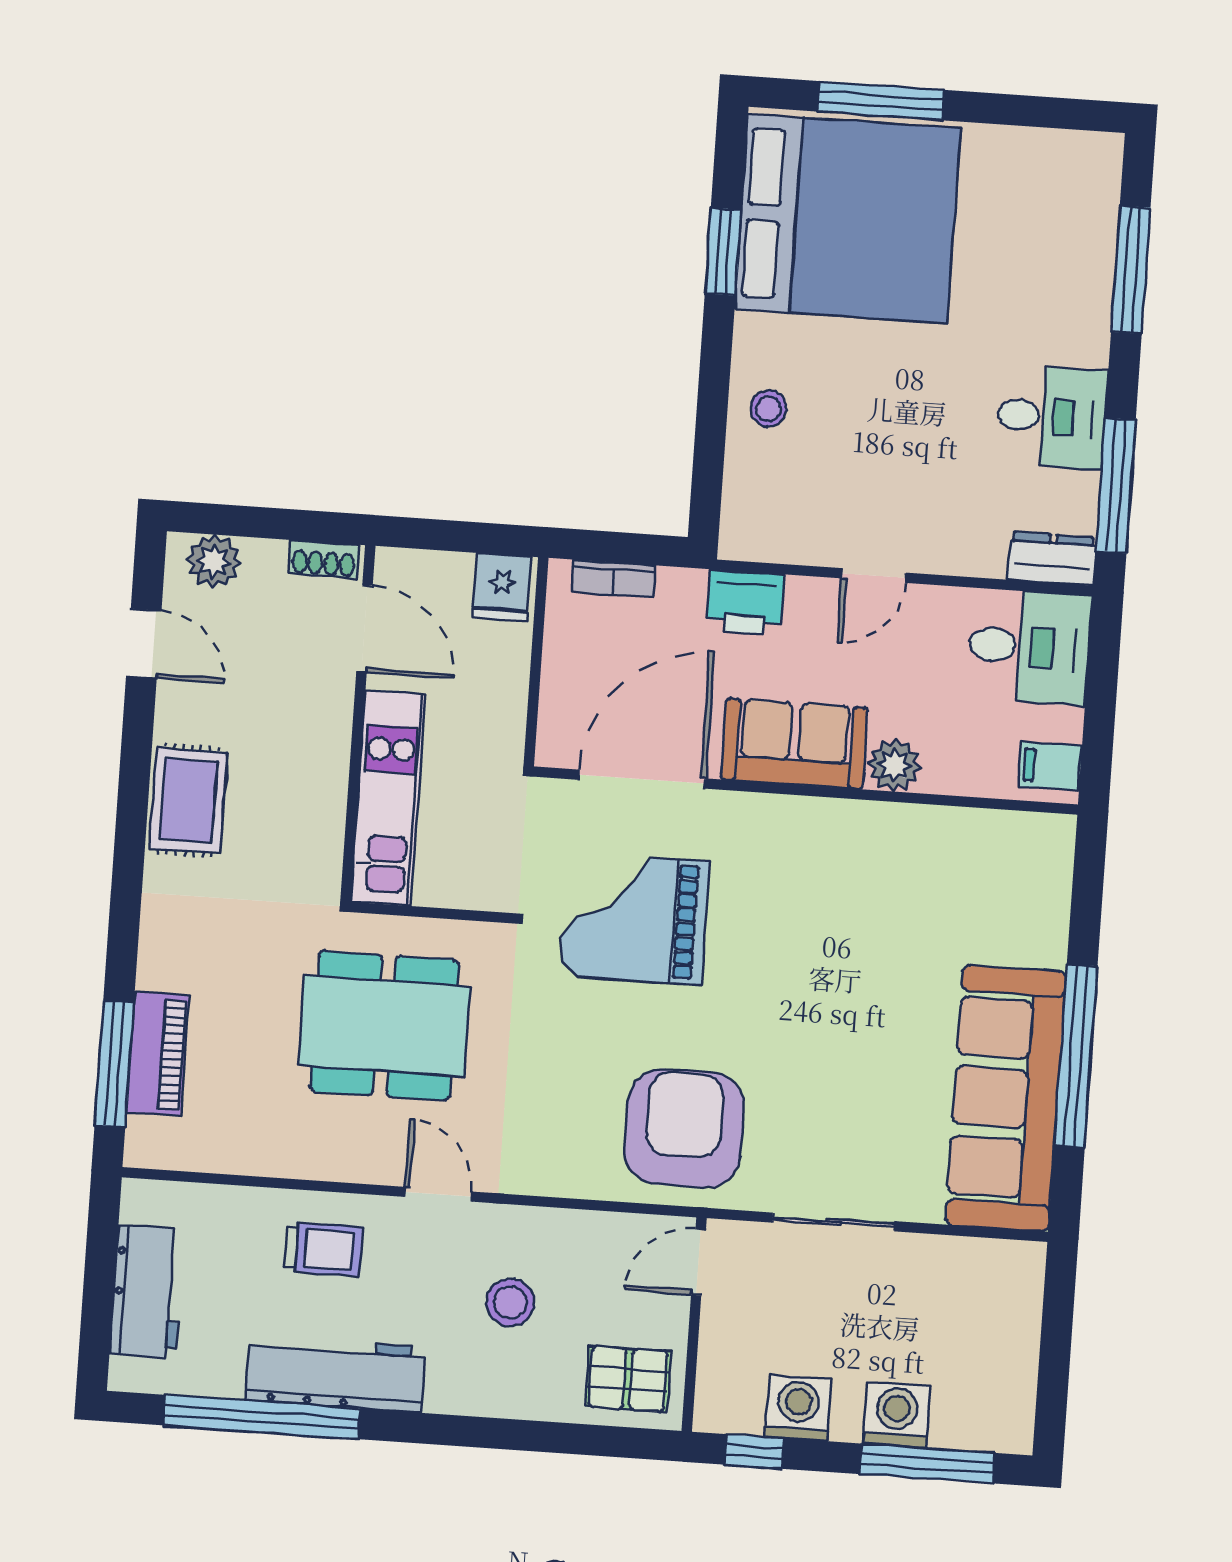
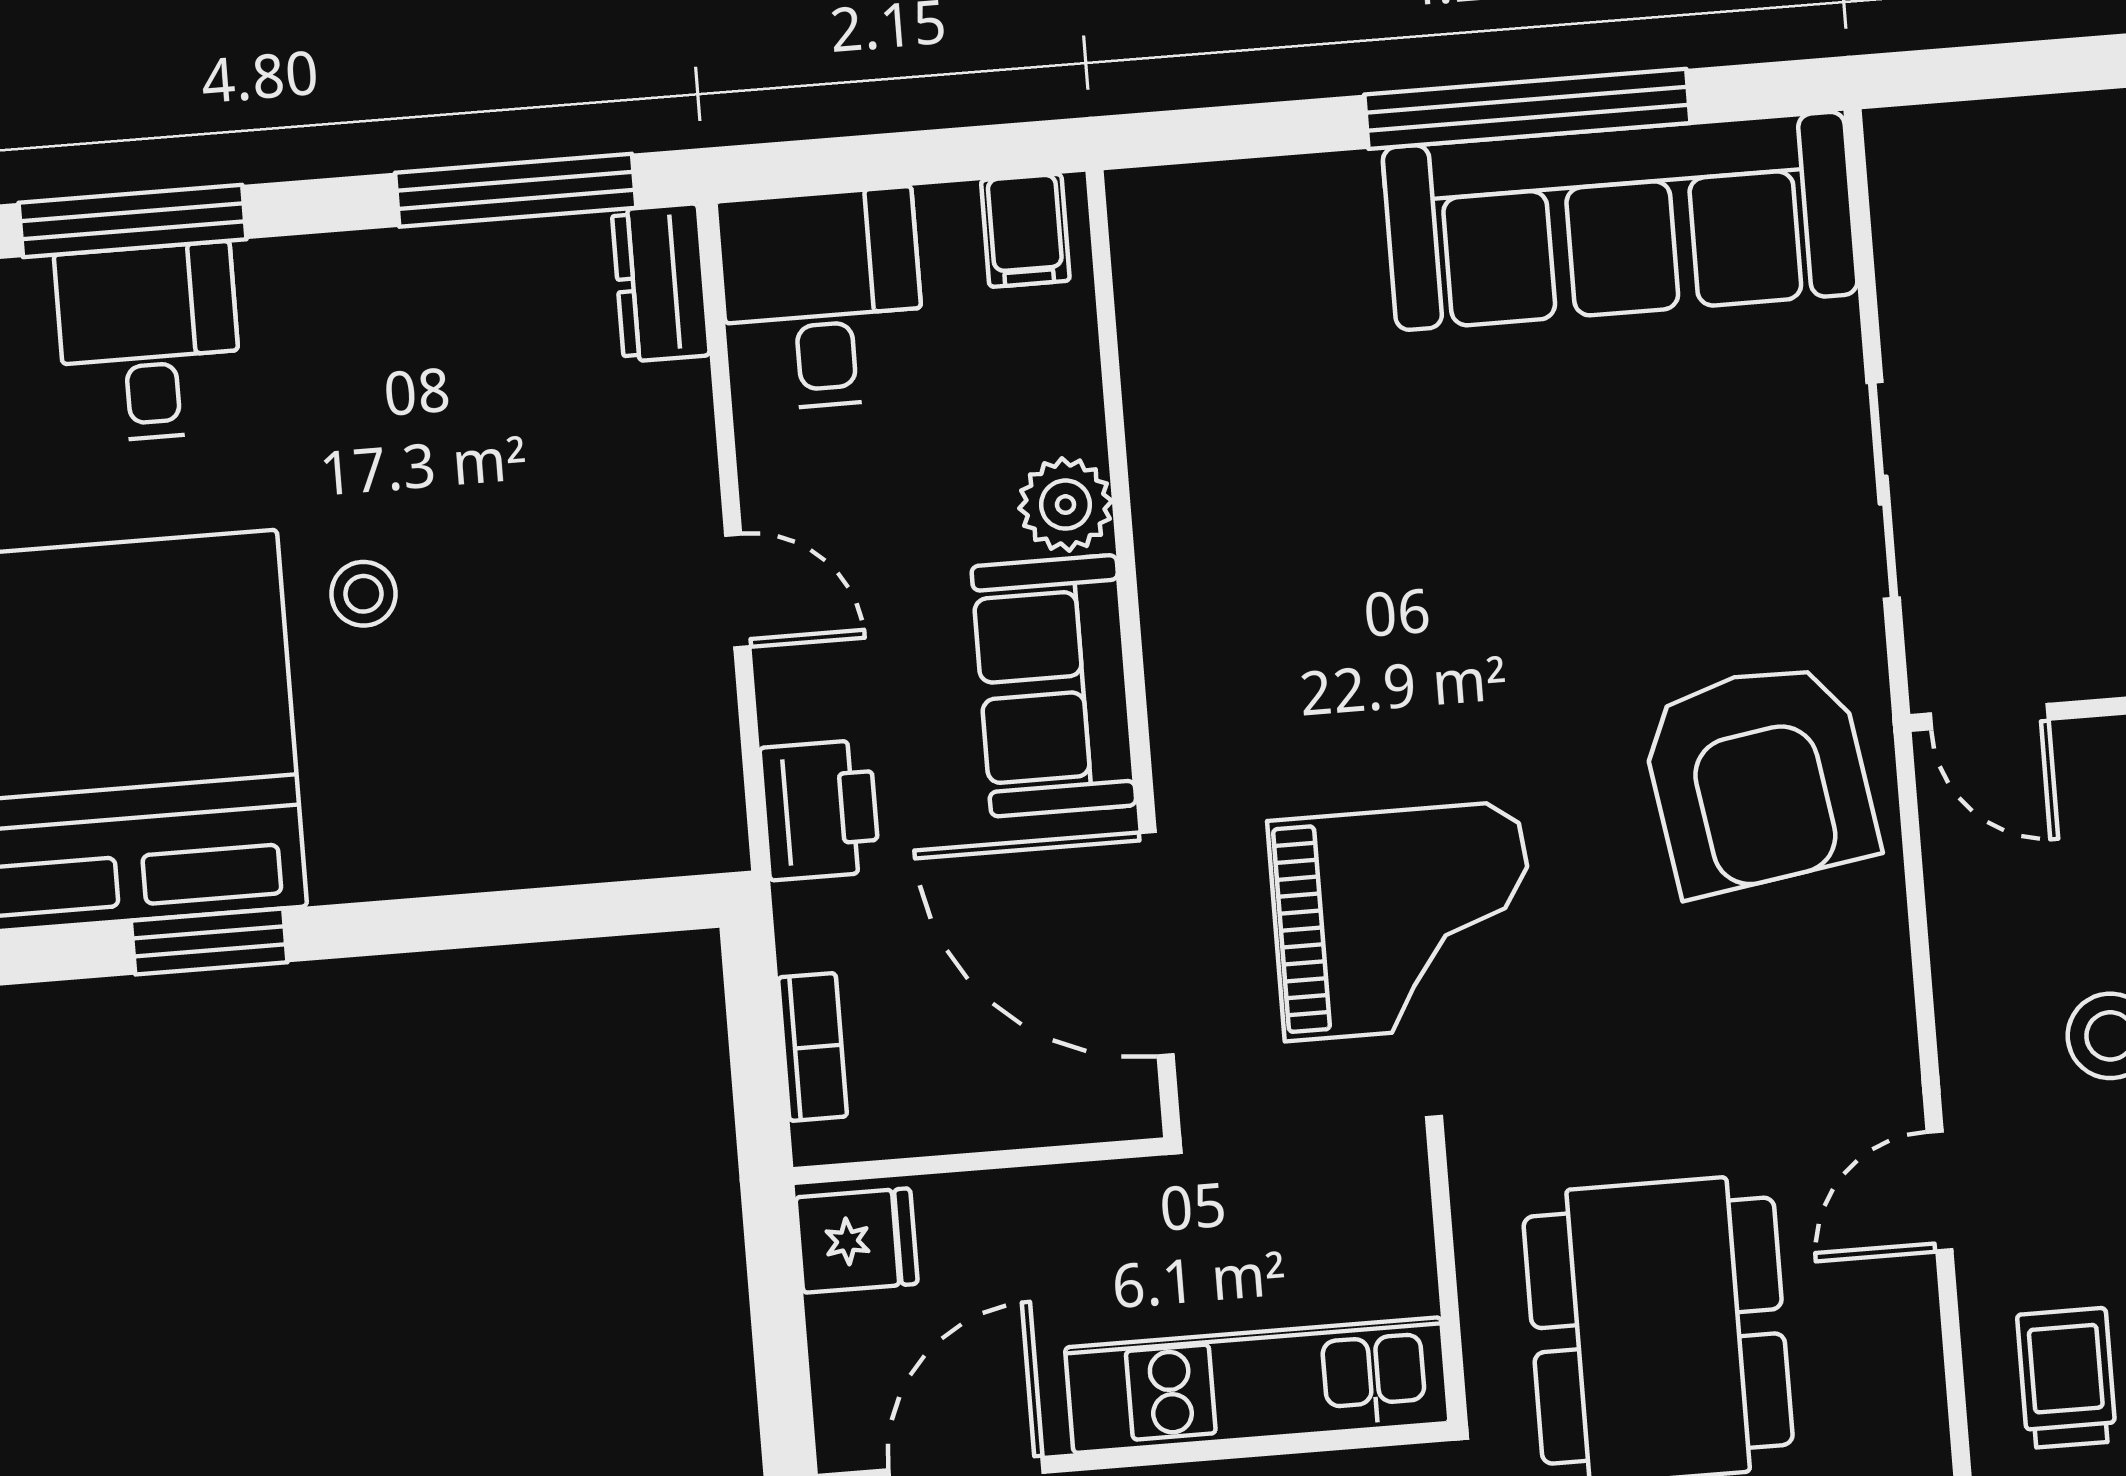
stool: (768, 409) -> (364, 594), moved
desk: (1052, 417) -> (149, 342), moved
grand piano: (634, 918) -> (1403, 921), turned -90
armchair: (684, 1128) -> (1759, 777), turned -99

